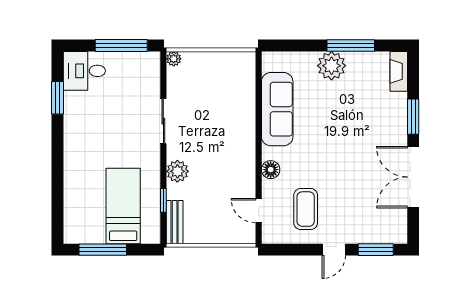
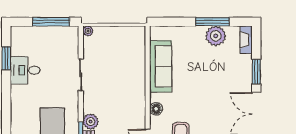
plant: (332, 66) -> (216, 36), moved
desk: (84, 71) -> (25, 70), moved
plant: (177, 171) -> (91, 122), moved

